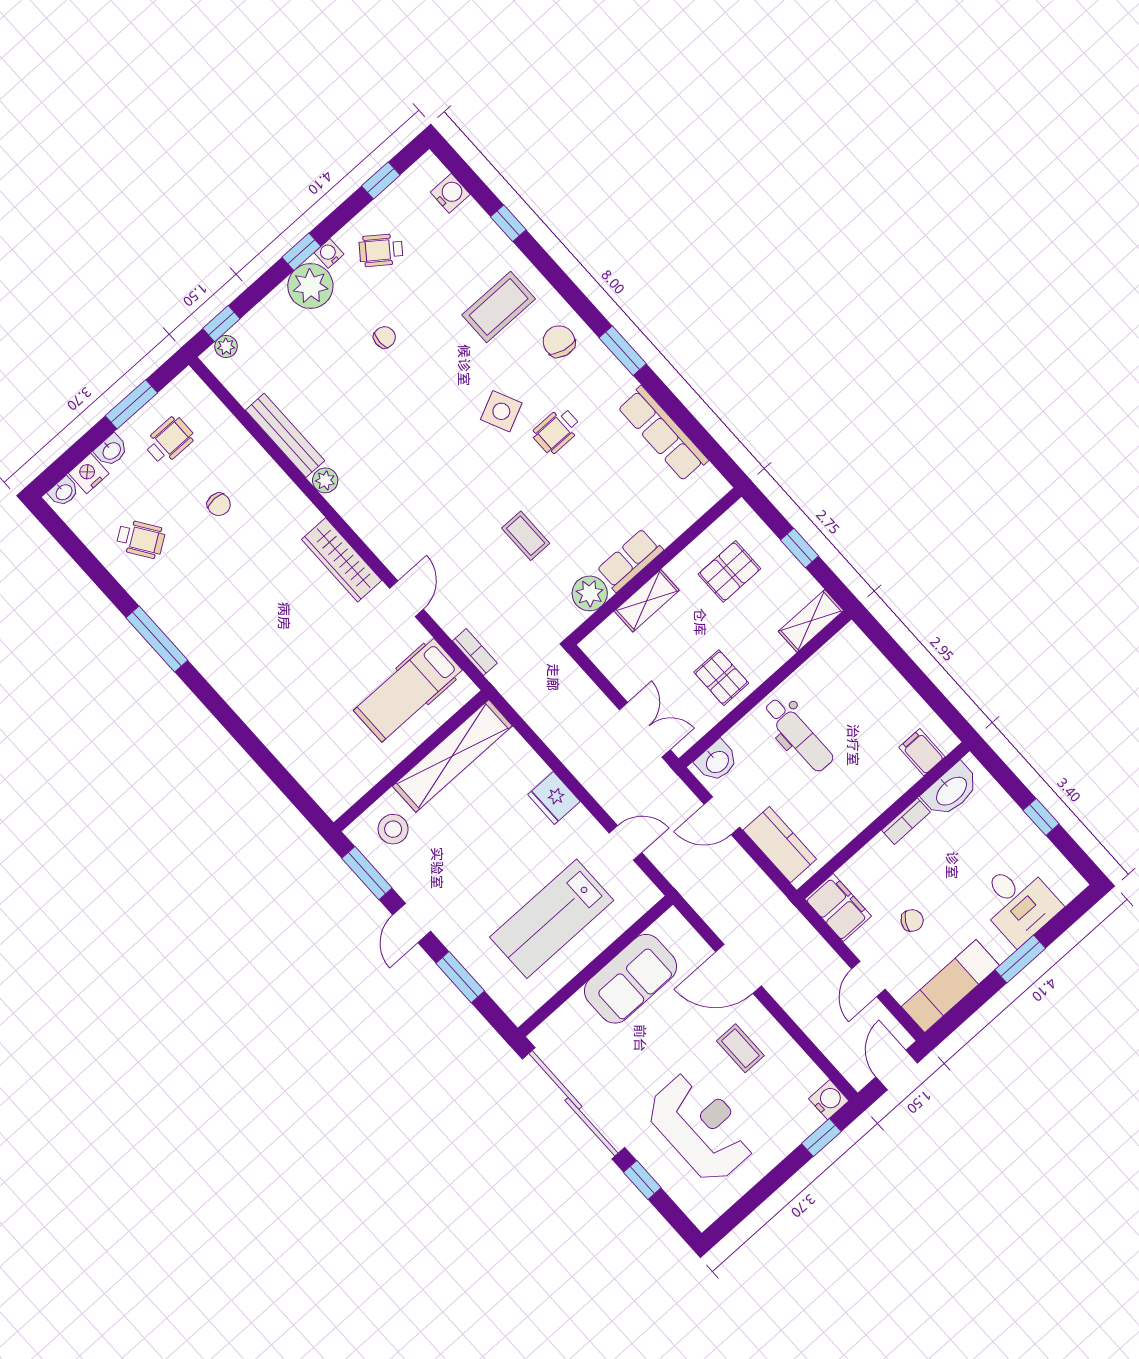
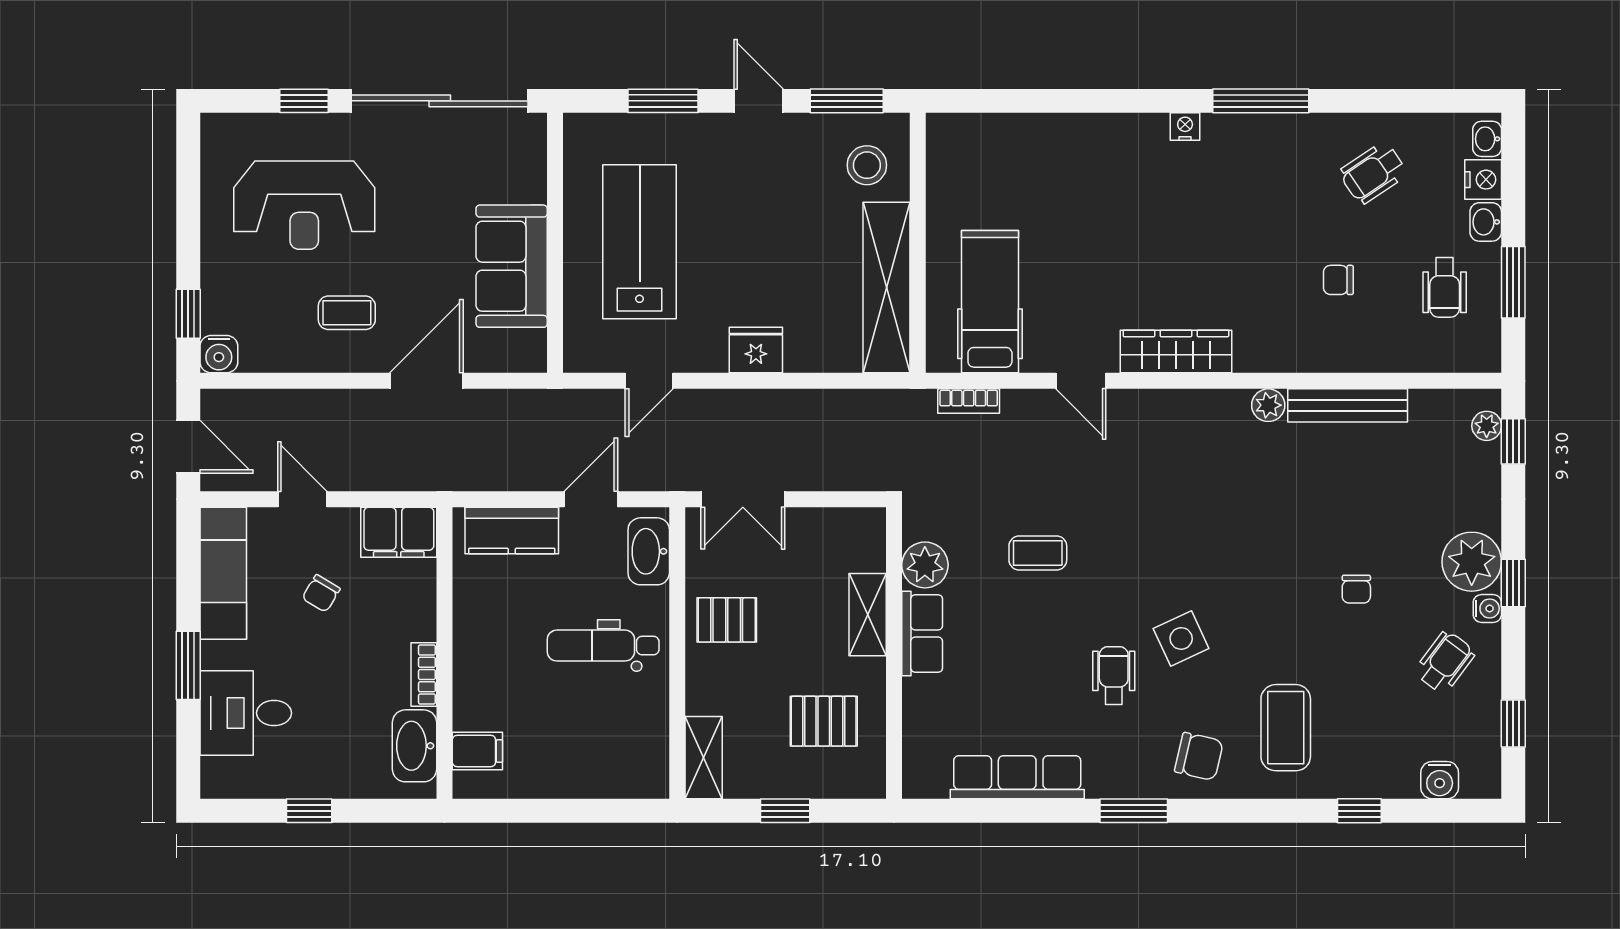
pallet: (729, 571) -> (824, 721), turned 90
nightstand: (210, 669) -> (1185, 127), added
washbasin: (717, 761) -> (649, 551), width x1.38

